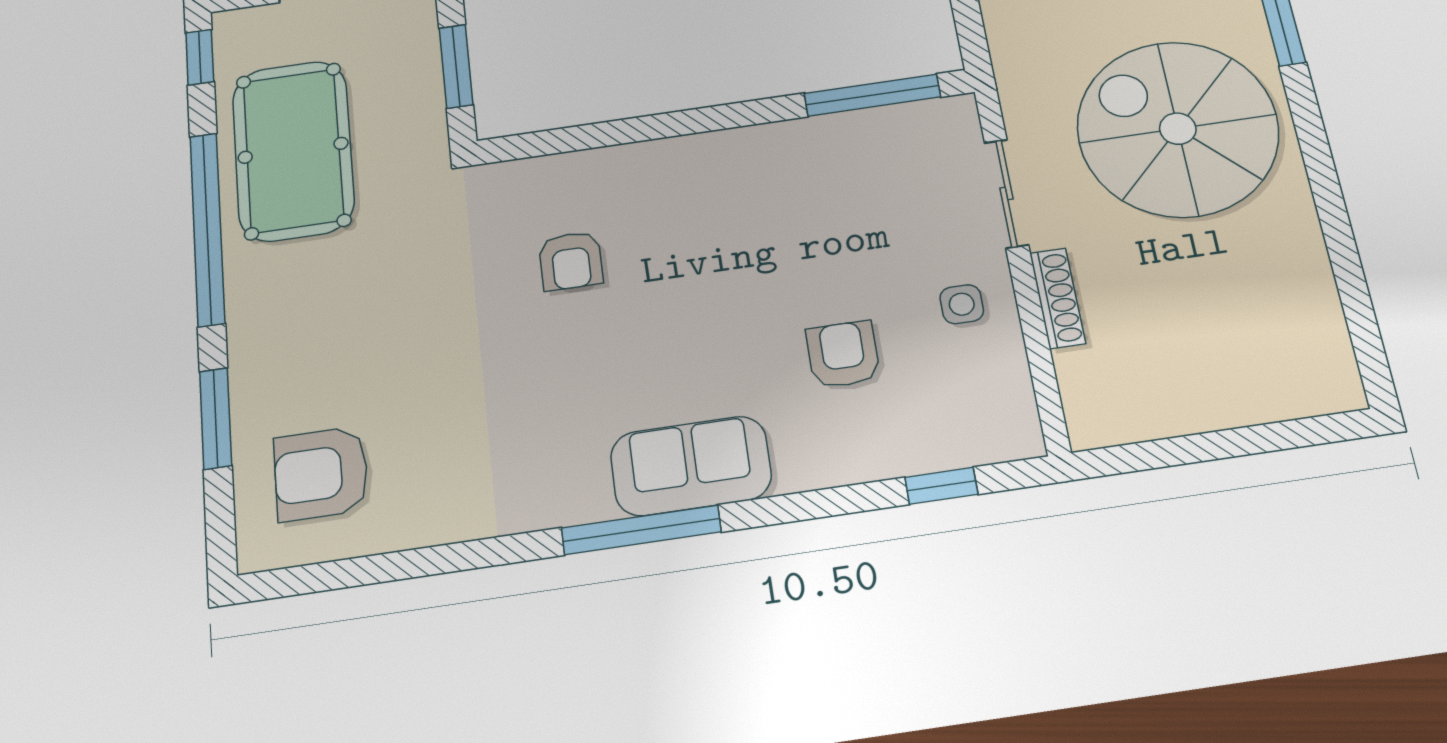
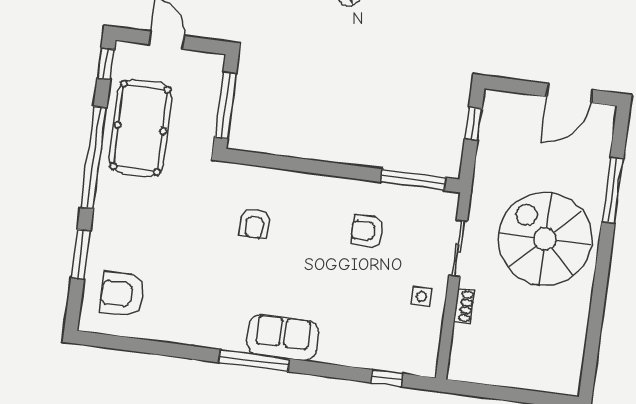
window: (456, 66) -> (225, 106), width x1.44
shoe rack: (1058, 298) -> (464, 306), width x0.70
armchair: (843, 354) -> (367, 231), moved, turned -90

